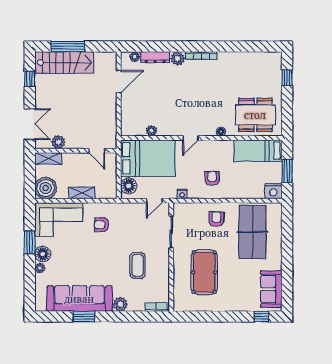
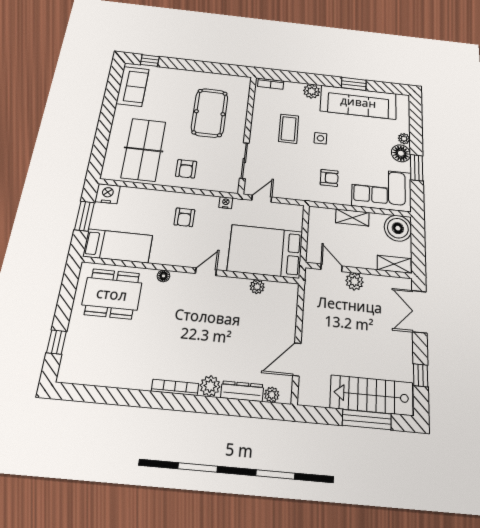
plant: (58, 142) -> (354, 281), moved
floor lamp: (129, 186) -> (293, 220), removed
side table: (110, 260) -> (320, 138), added

